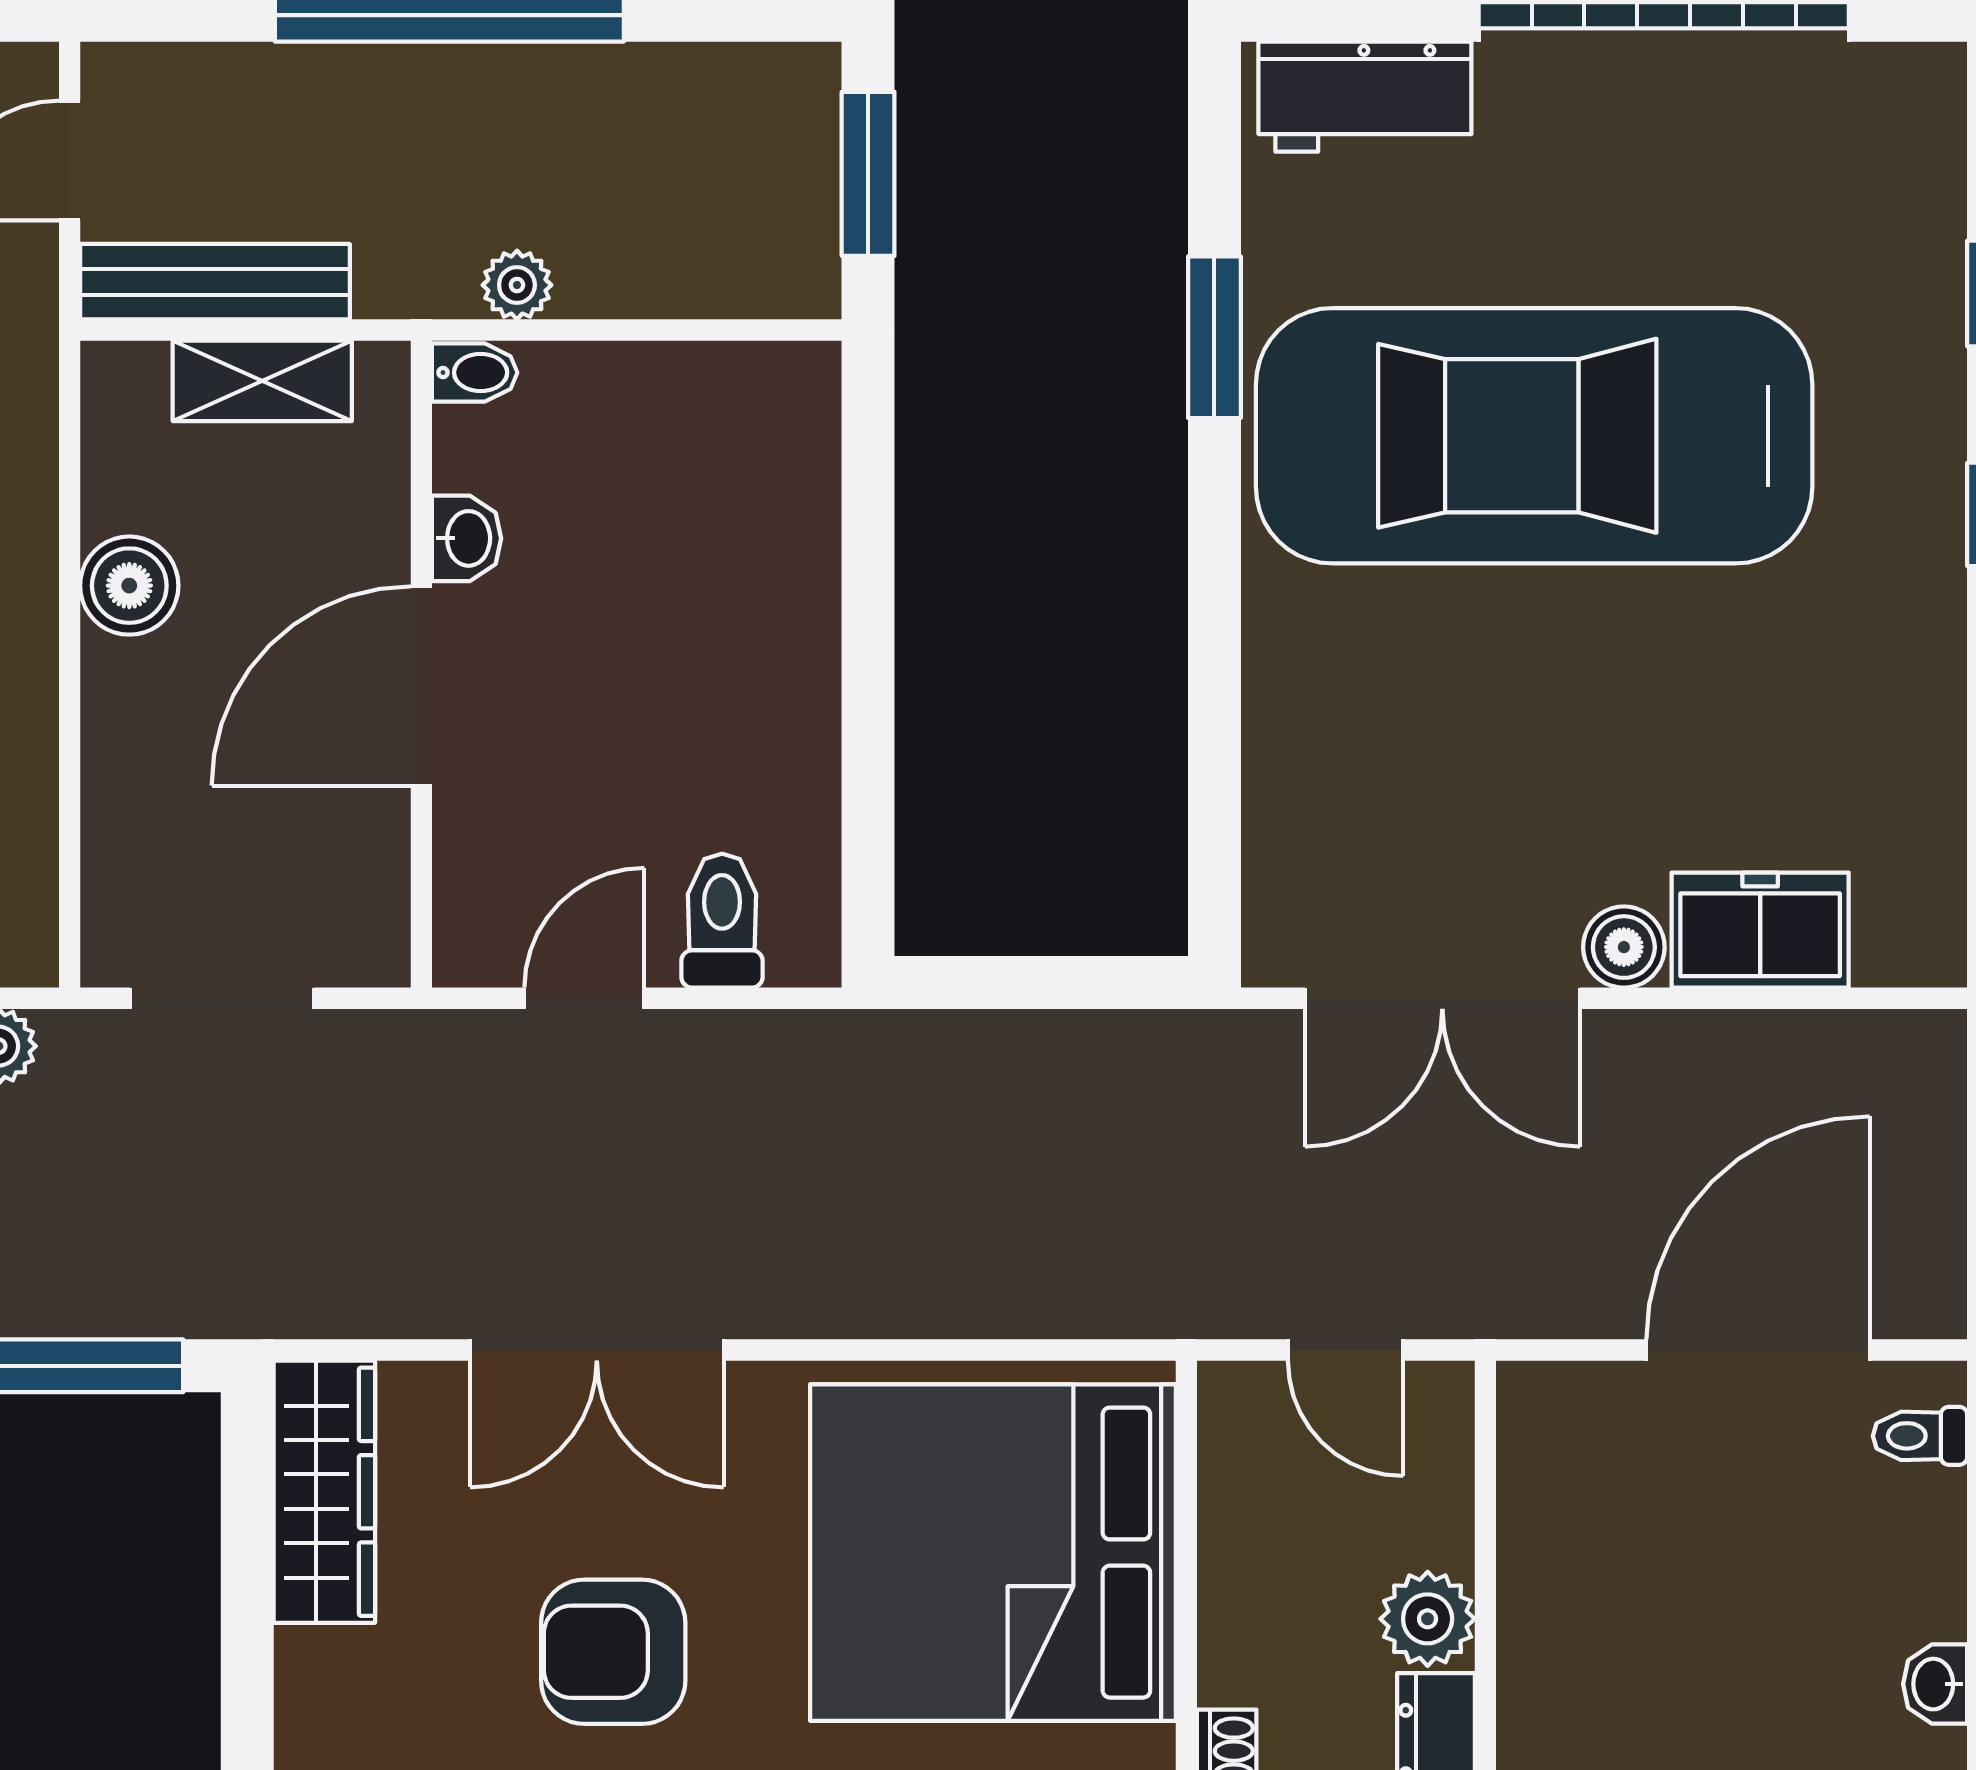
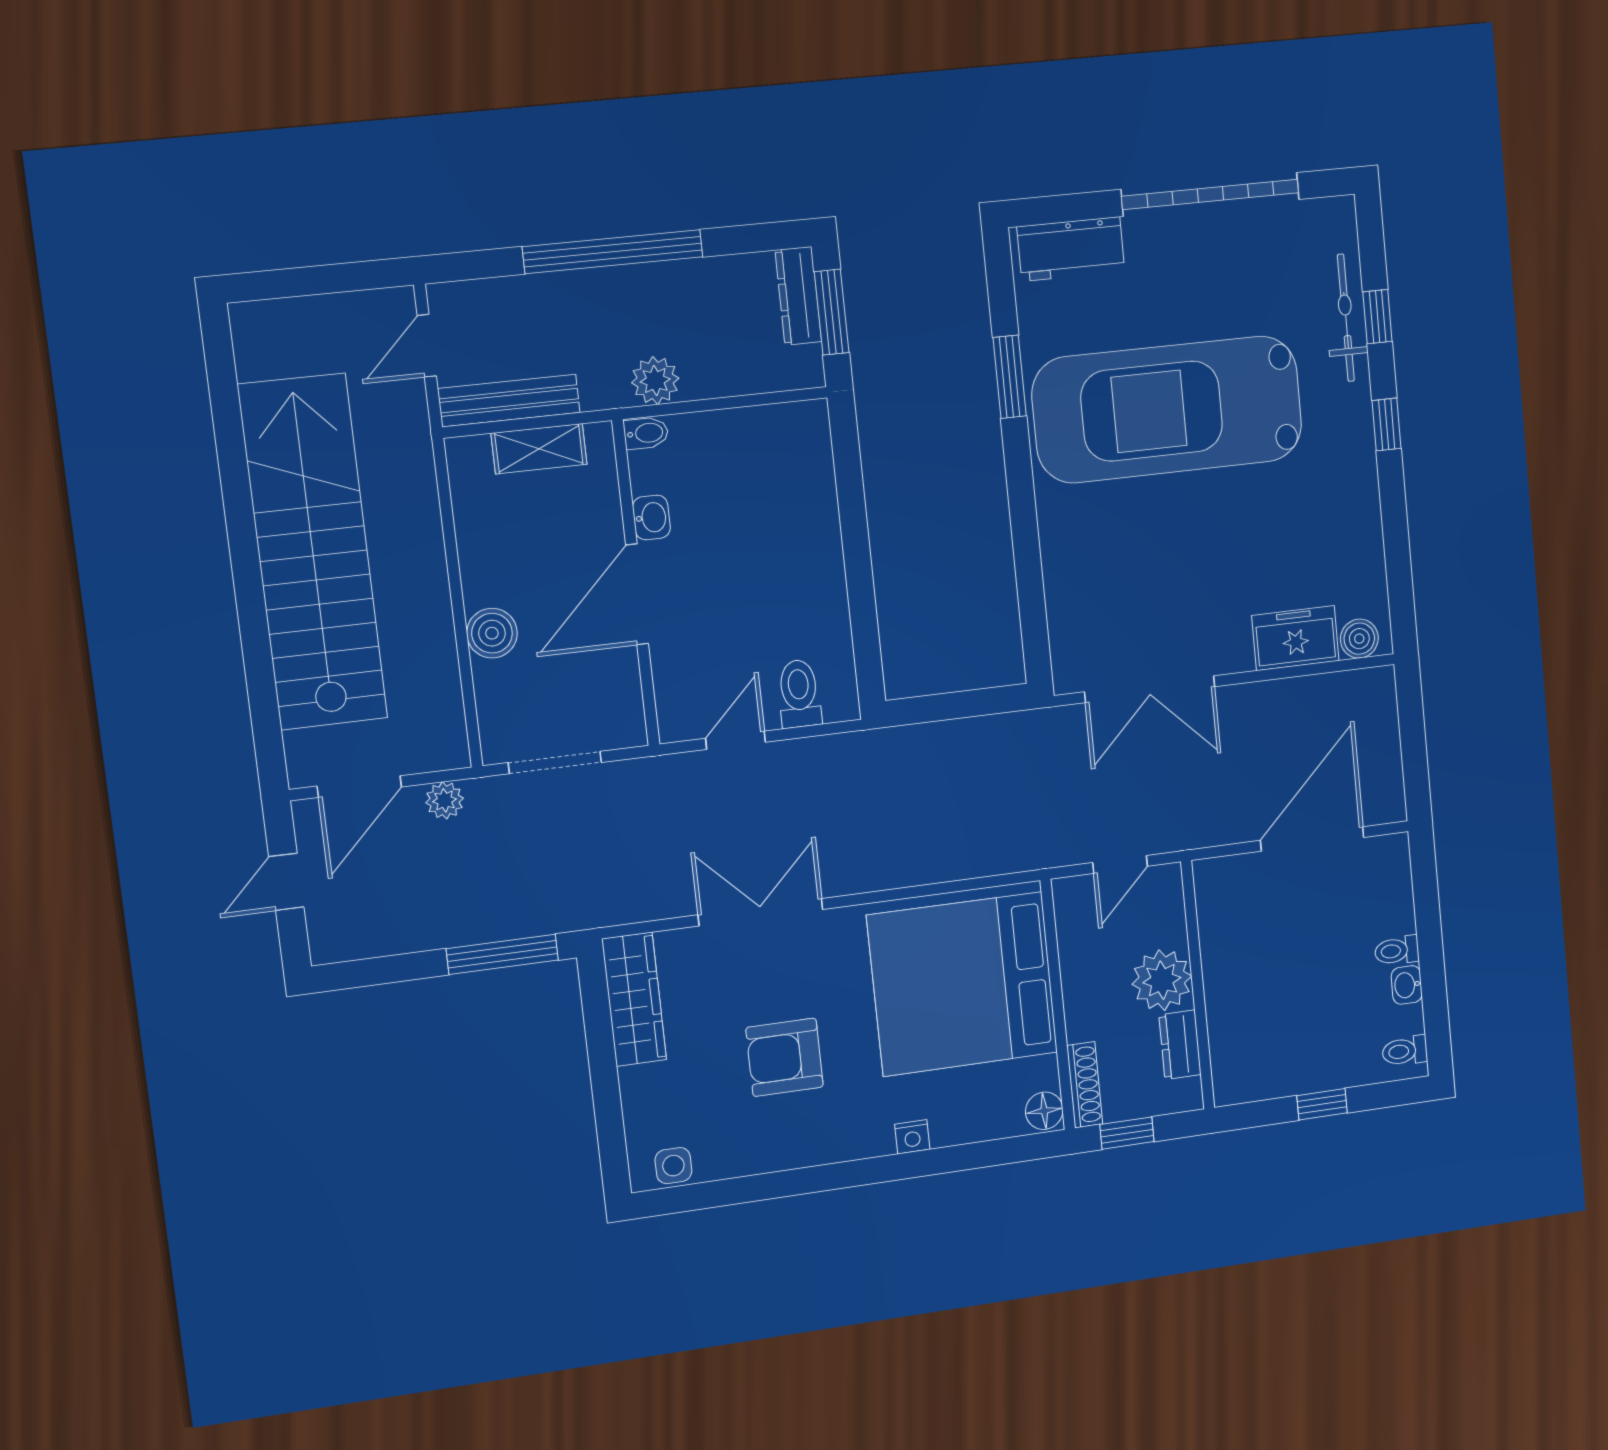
dresser: (805, 136) -> (798, 296), added
plant: (517, 285) -> (655, 381), width x1.38, depth x1.38
bicycle: (1926, 289) -> (1346, 318), added
boiler: (129, 586) -> (492, 633), moved
boiler: (1624, 947) -> (1359, 639), moved
double door: (597, 1350) -> (761, 912), swing flipped
door: (1346, 1350) -> (1120, 864), hinge flipped
toilet: (1920, 1436) -> (1397, 951), moved
plant: (1428, 1619) -> (1162, 980), width x1.36, depth x1.36

